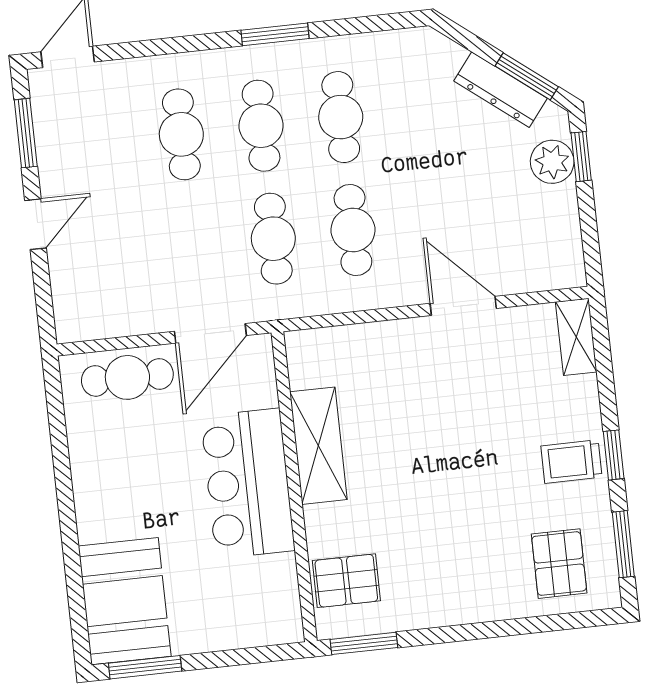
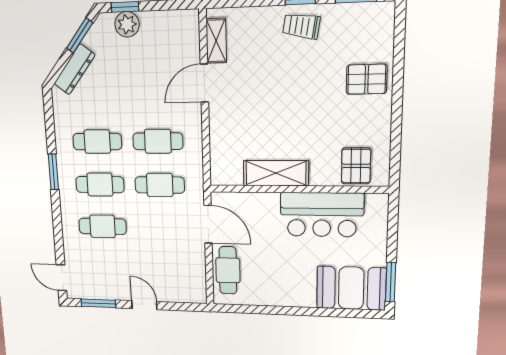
dresser: (501, 90) -> (75, 69), moved
shelving: (576, 337) -> (216, 41), moved, turned 90
trolley: (571, 462) -> (301, 26), turned 99
bar counter: (248, 483) -> (322, 215), moved
pallet: (559, 564) -> (367, 79), moved
window: (364, 643) -> (395, 160), removed

